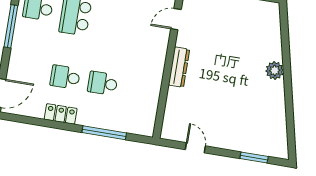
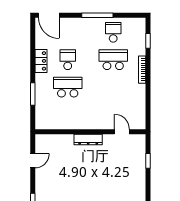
school desk: (103, 83) -> (68, 87), width x1.85
window: (104, 133) -> (33, 94), width x0.69

